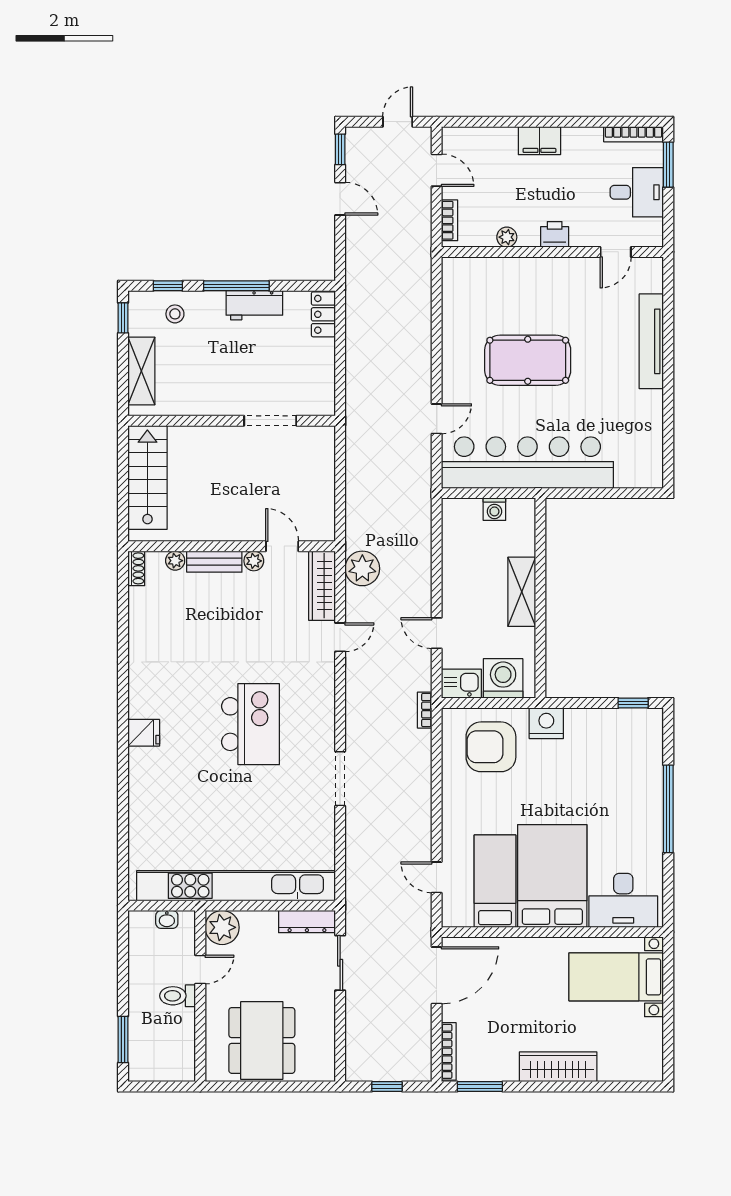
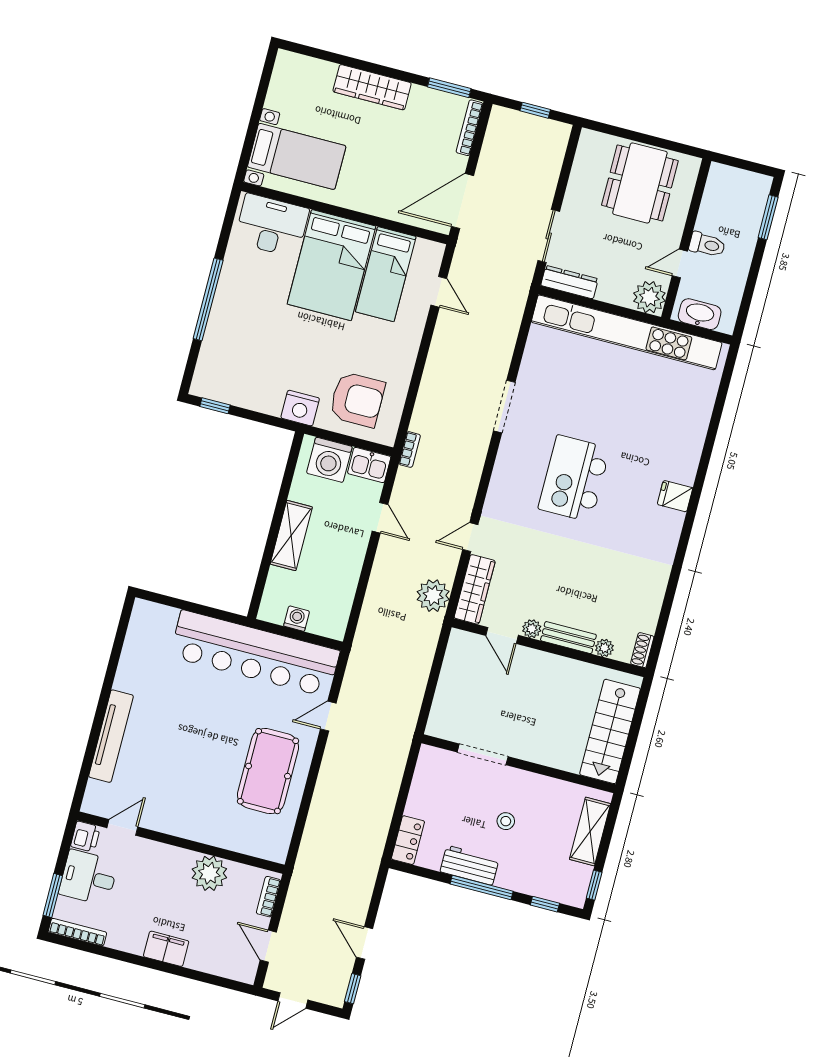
printer: (555, 234) -> (85, 837), moved, turned -90
plant: (507, 237) -> (209, 873), width x1.87, depth x1.87
stool: (175, 314) -> (506, 821), moved
pool table: (528, 360) -> (268, 771), moved, turned 90
washbasin: (167, 919) -> (700, 314), width x1.91, depth x1.45

